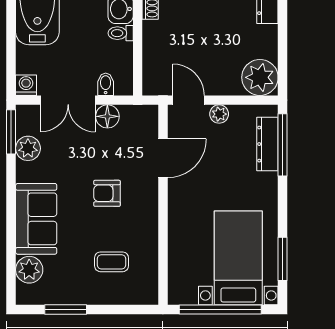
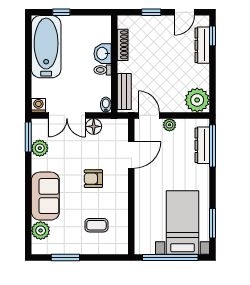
bench: (152, 65) -> (124, 92), added
bidet: (106, 84) -> (106, 105), moved

